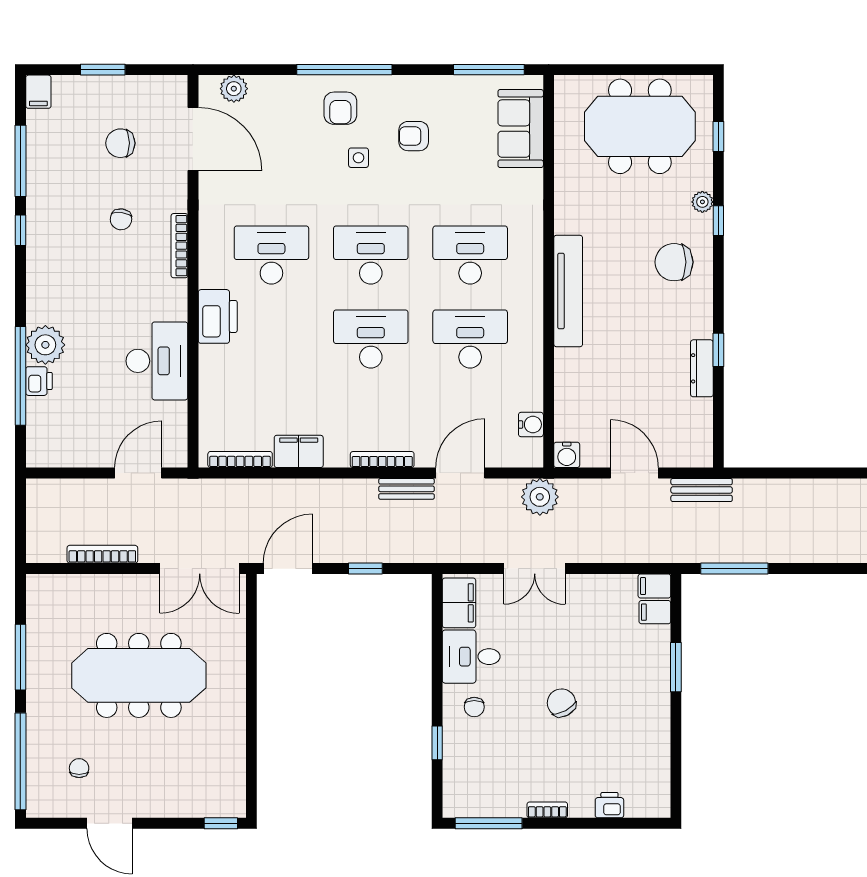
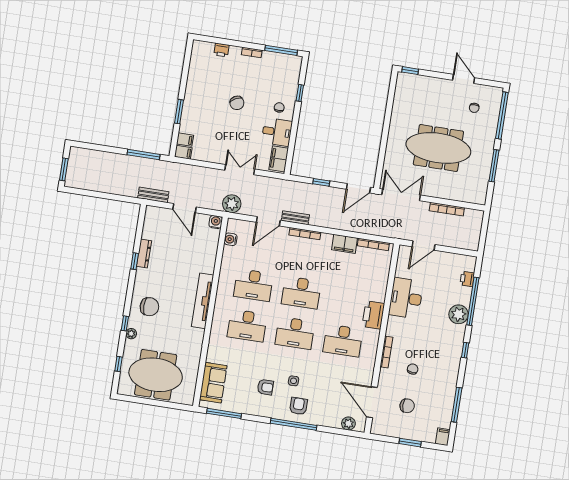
window: (20, 230) -> (465, 350), moved
printer: (39, 381) -> (467, 279), moved

